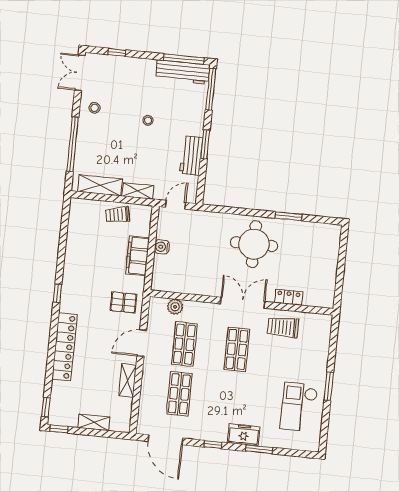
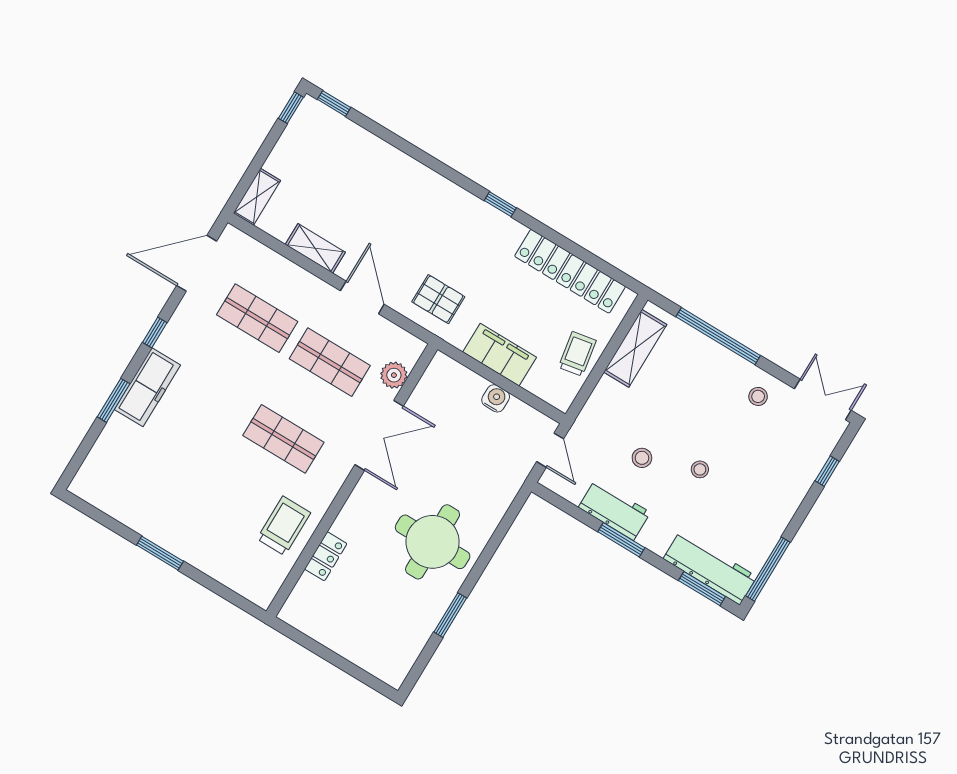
workbench: (183, 72) -> (710, 568), moved, turned 90
window: (211, 89) -> (702, 589), width x0.69
stool: (156, 154) -> (642, 458), added
shelving: (138, 191) -> (599, 402), removed
pallet: (124, 302) -> (438, 299), turned 90
double door: (243, 303) -> (379, 435), moved
locker: (65, 347) -> (570, 271), moved
checkout: (299, 407) -> (150, 492), removed
shelving: (94, 422) -> (257, 197), moved
freezer: (244, 435) -> (147, 387), width x1.40

